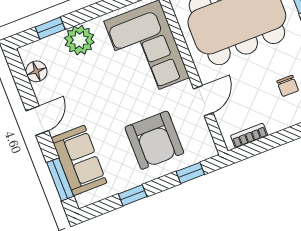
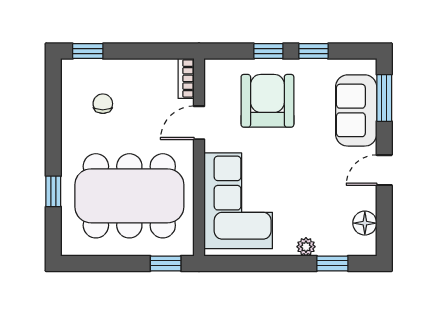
plant: (79, 40) -> (306, 247), width x0.53, depth x0.53
bookcase: (249, 136) -> (186, 78), moved, turned 90
window: (190, 173) -> (268, 51), moved

